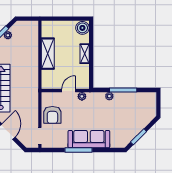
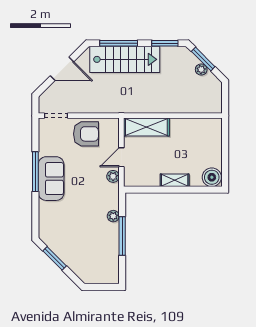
shelving: (48, 54) -> (146, 127), moved
door: (69, 91) -> (121, 157), swing flipped
armchair: (52, 115) -> (86, 134), turned 180
sofa: (89, 139) -> (51, 179), width x0.73

